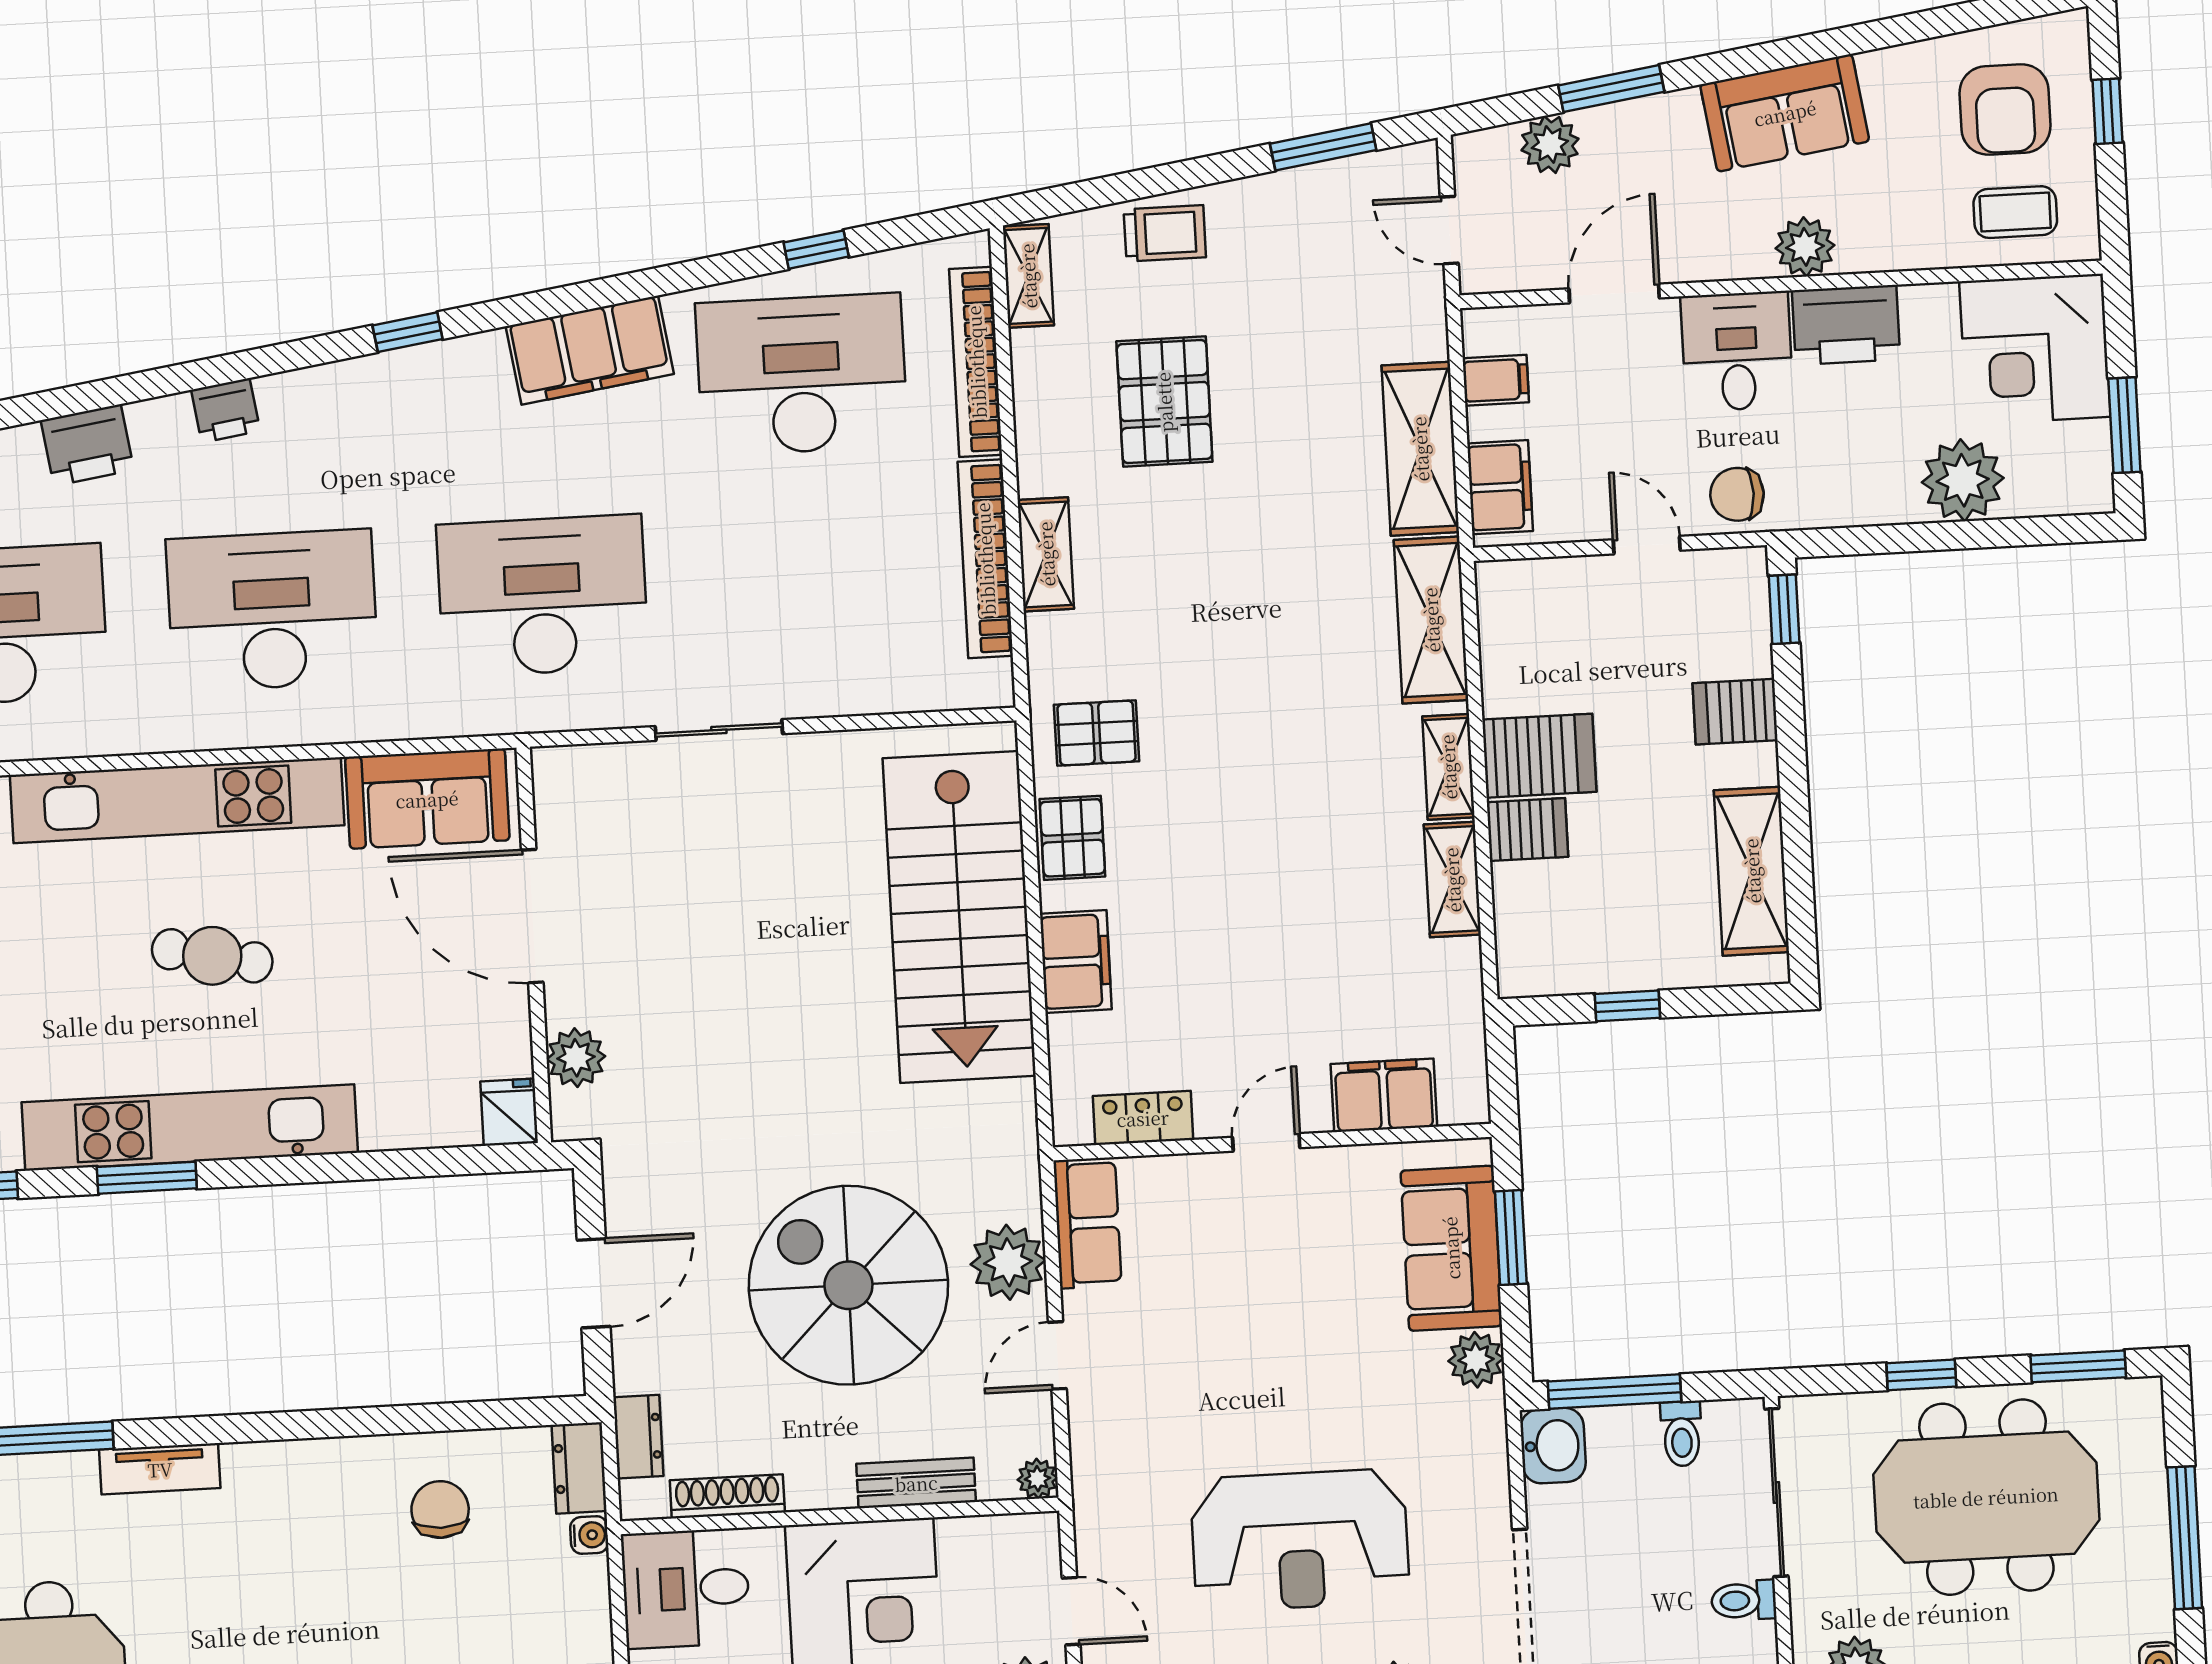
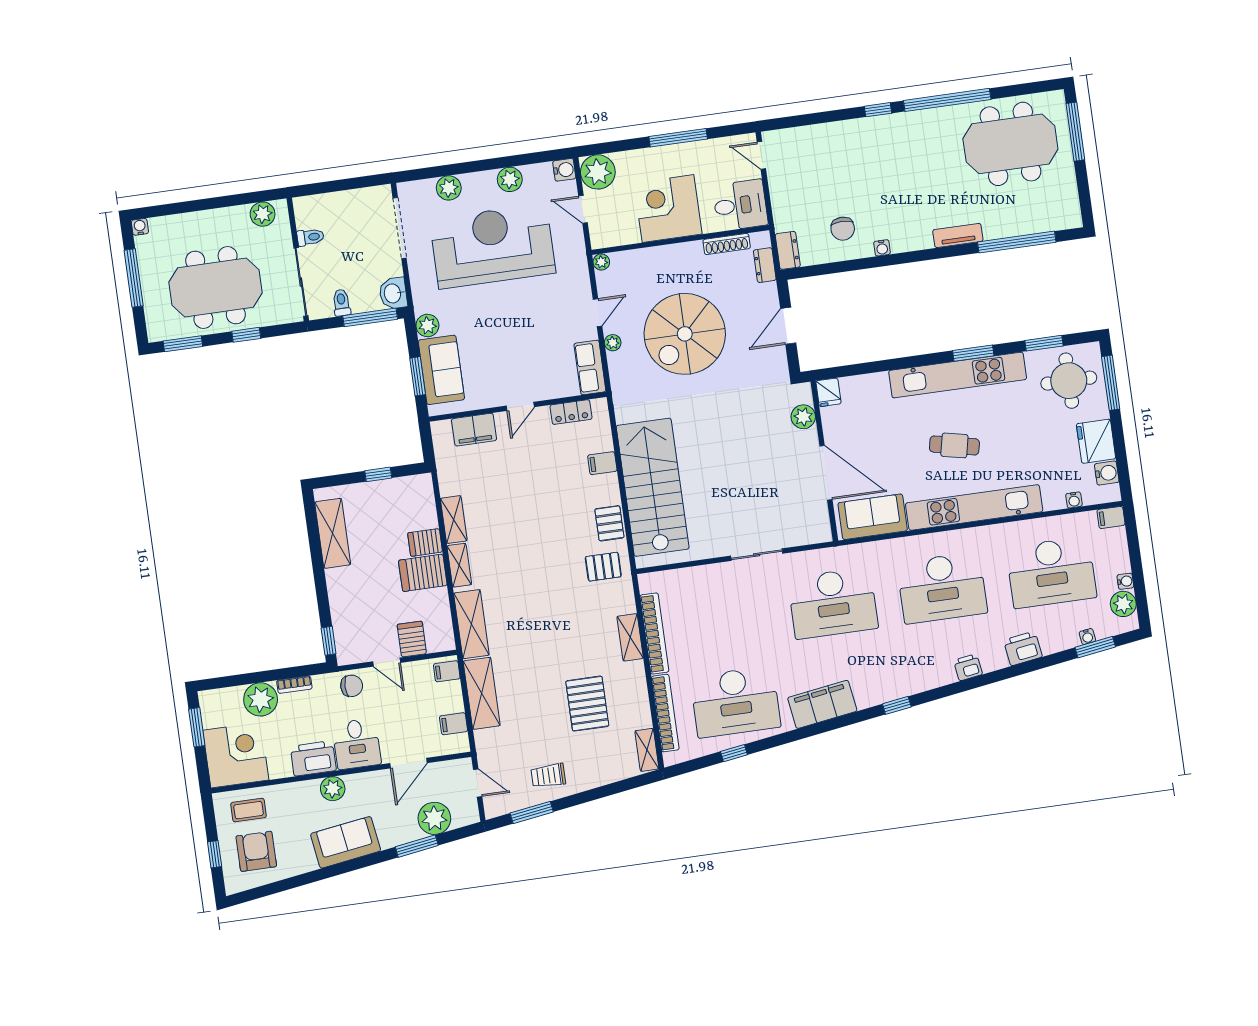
plant: (1550, 145) -> (434, 818), width x1.36, depth x1.36
trolley: (1165, 233) -> (548, 776), moved
filing cabinet: (1500, 487) -> (447, 671), width x0.50
bookcase: (1877, 509) -> (294, 685), added
server rack: (1735, 712) -> (412, 639), moved, turned -90
filing cabinet: (1076, 962) -> (602, 463), width x0.50
plant: (1008, 1262) -> (613, 343), width x0.53, depth x0.53
spiral stairs: (848, 1285) -> (685, 334), turned 90
bench: (916, 1483) -> (650, 256), removed
water cooler: (589, 1535) -> (882, 248), moved, turned -90
reception desk: (1300, 1540) -> (493, 246), width x1.36, depth x1.30

